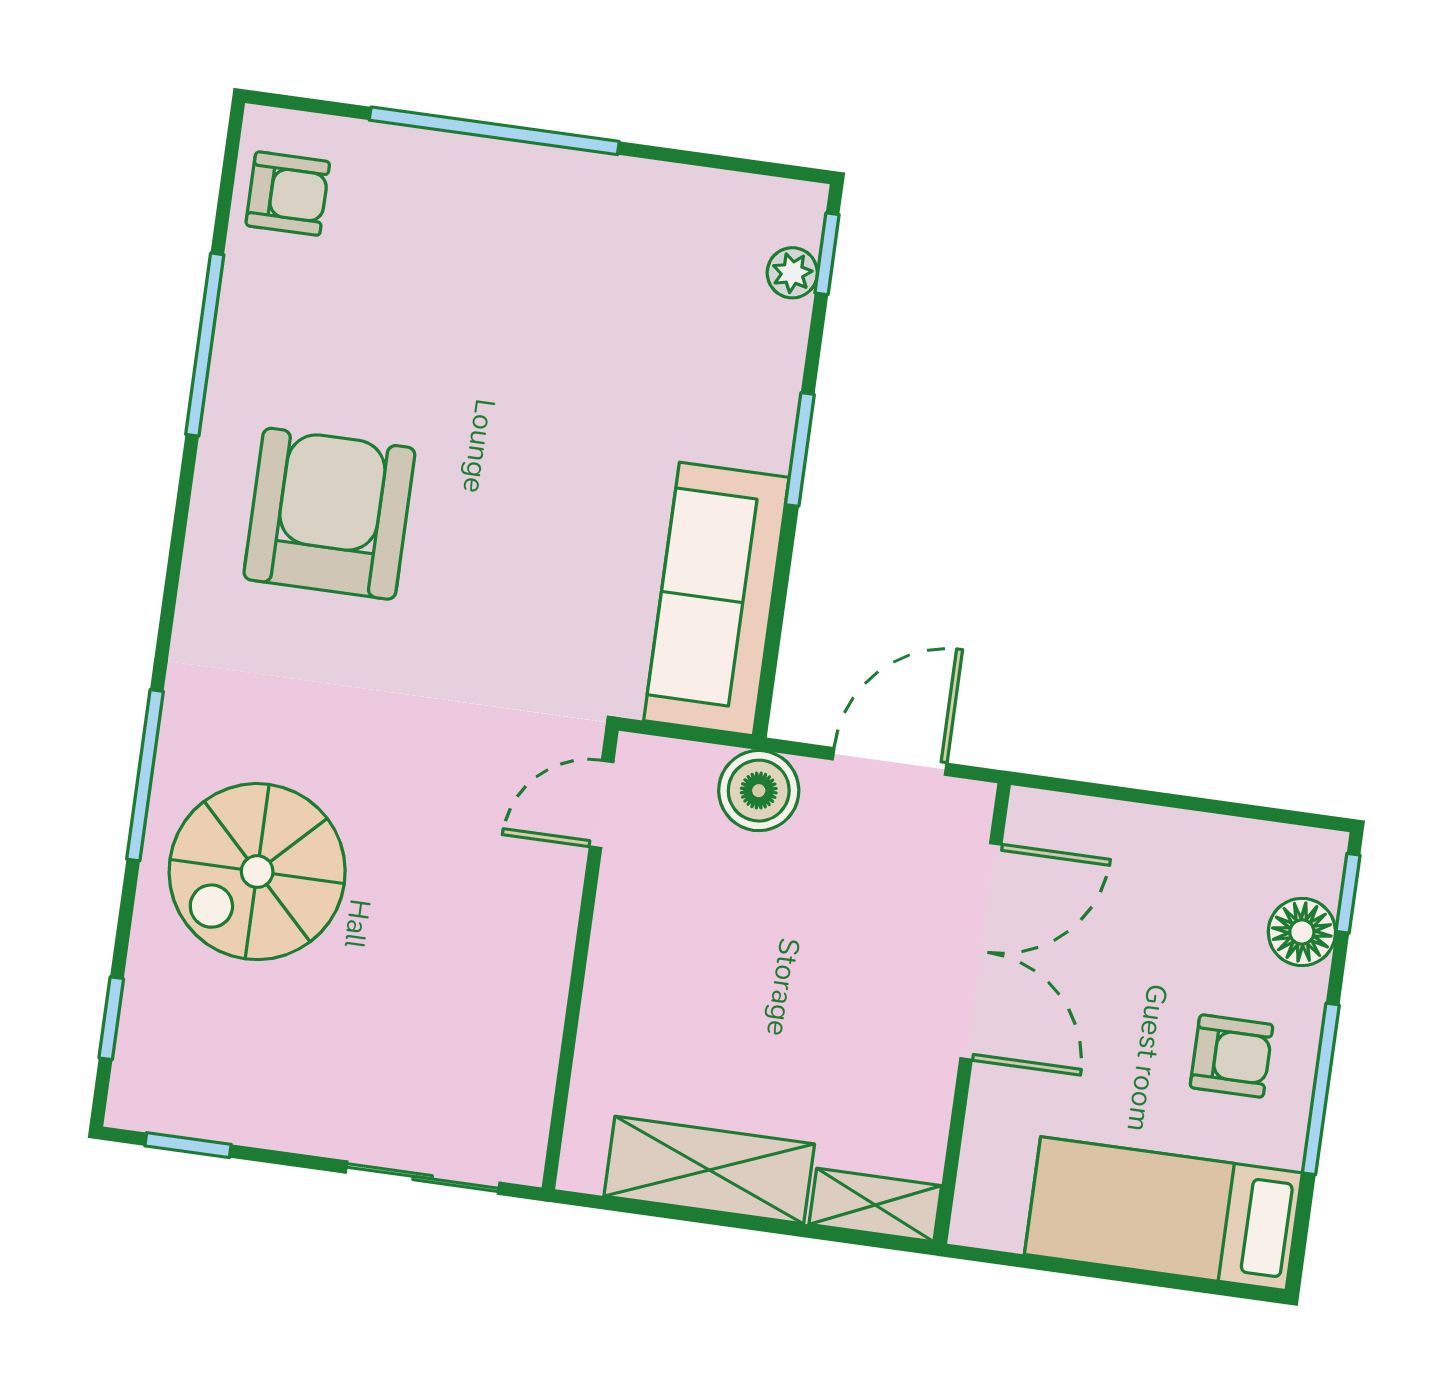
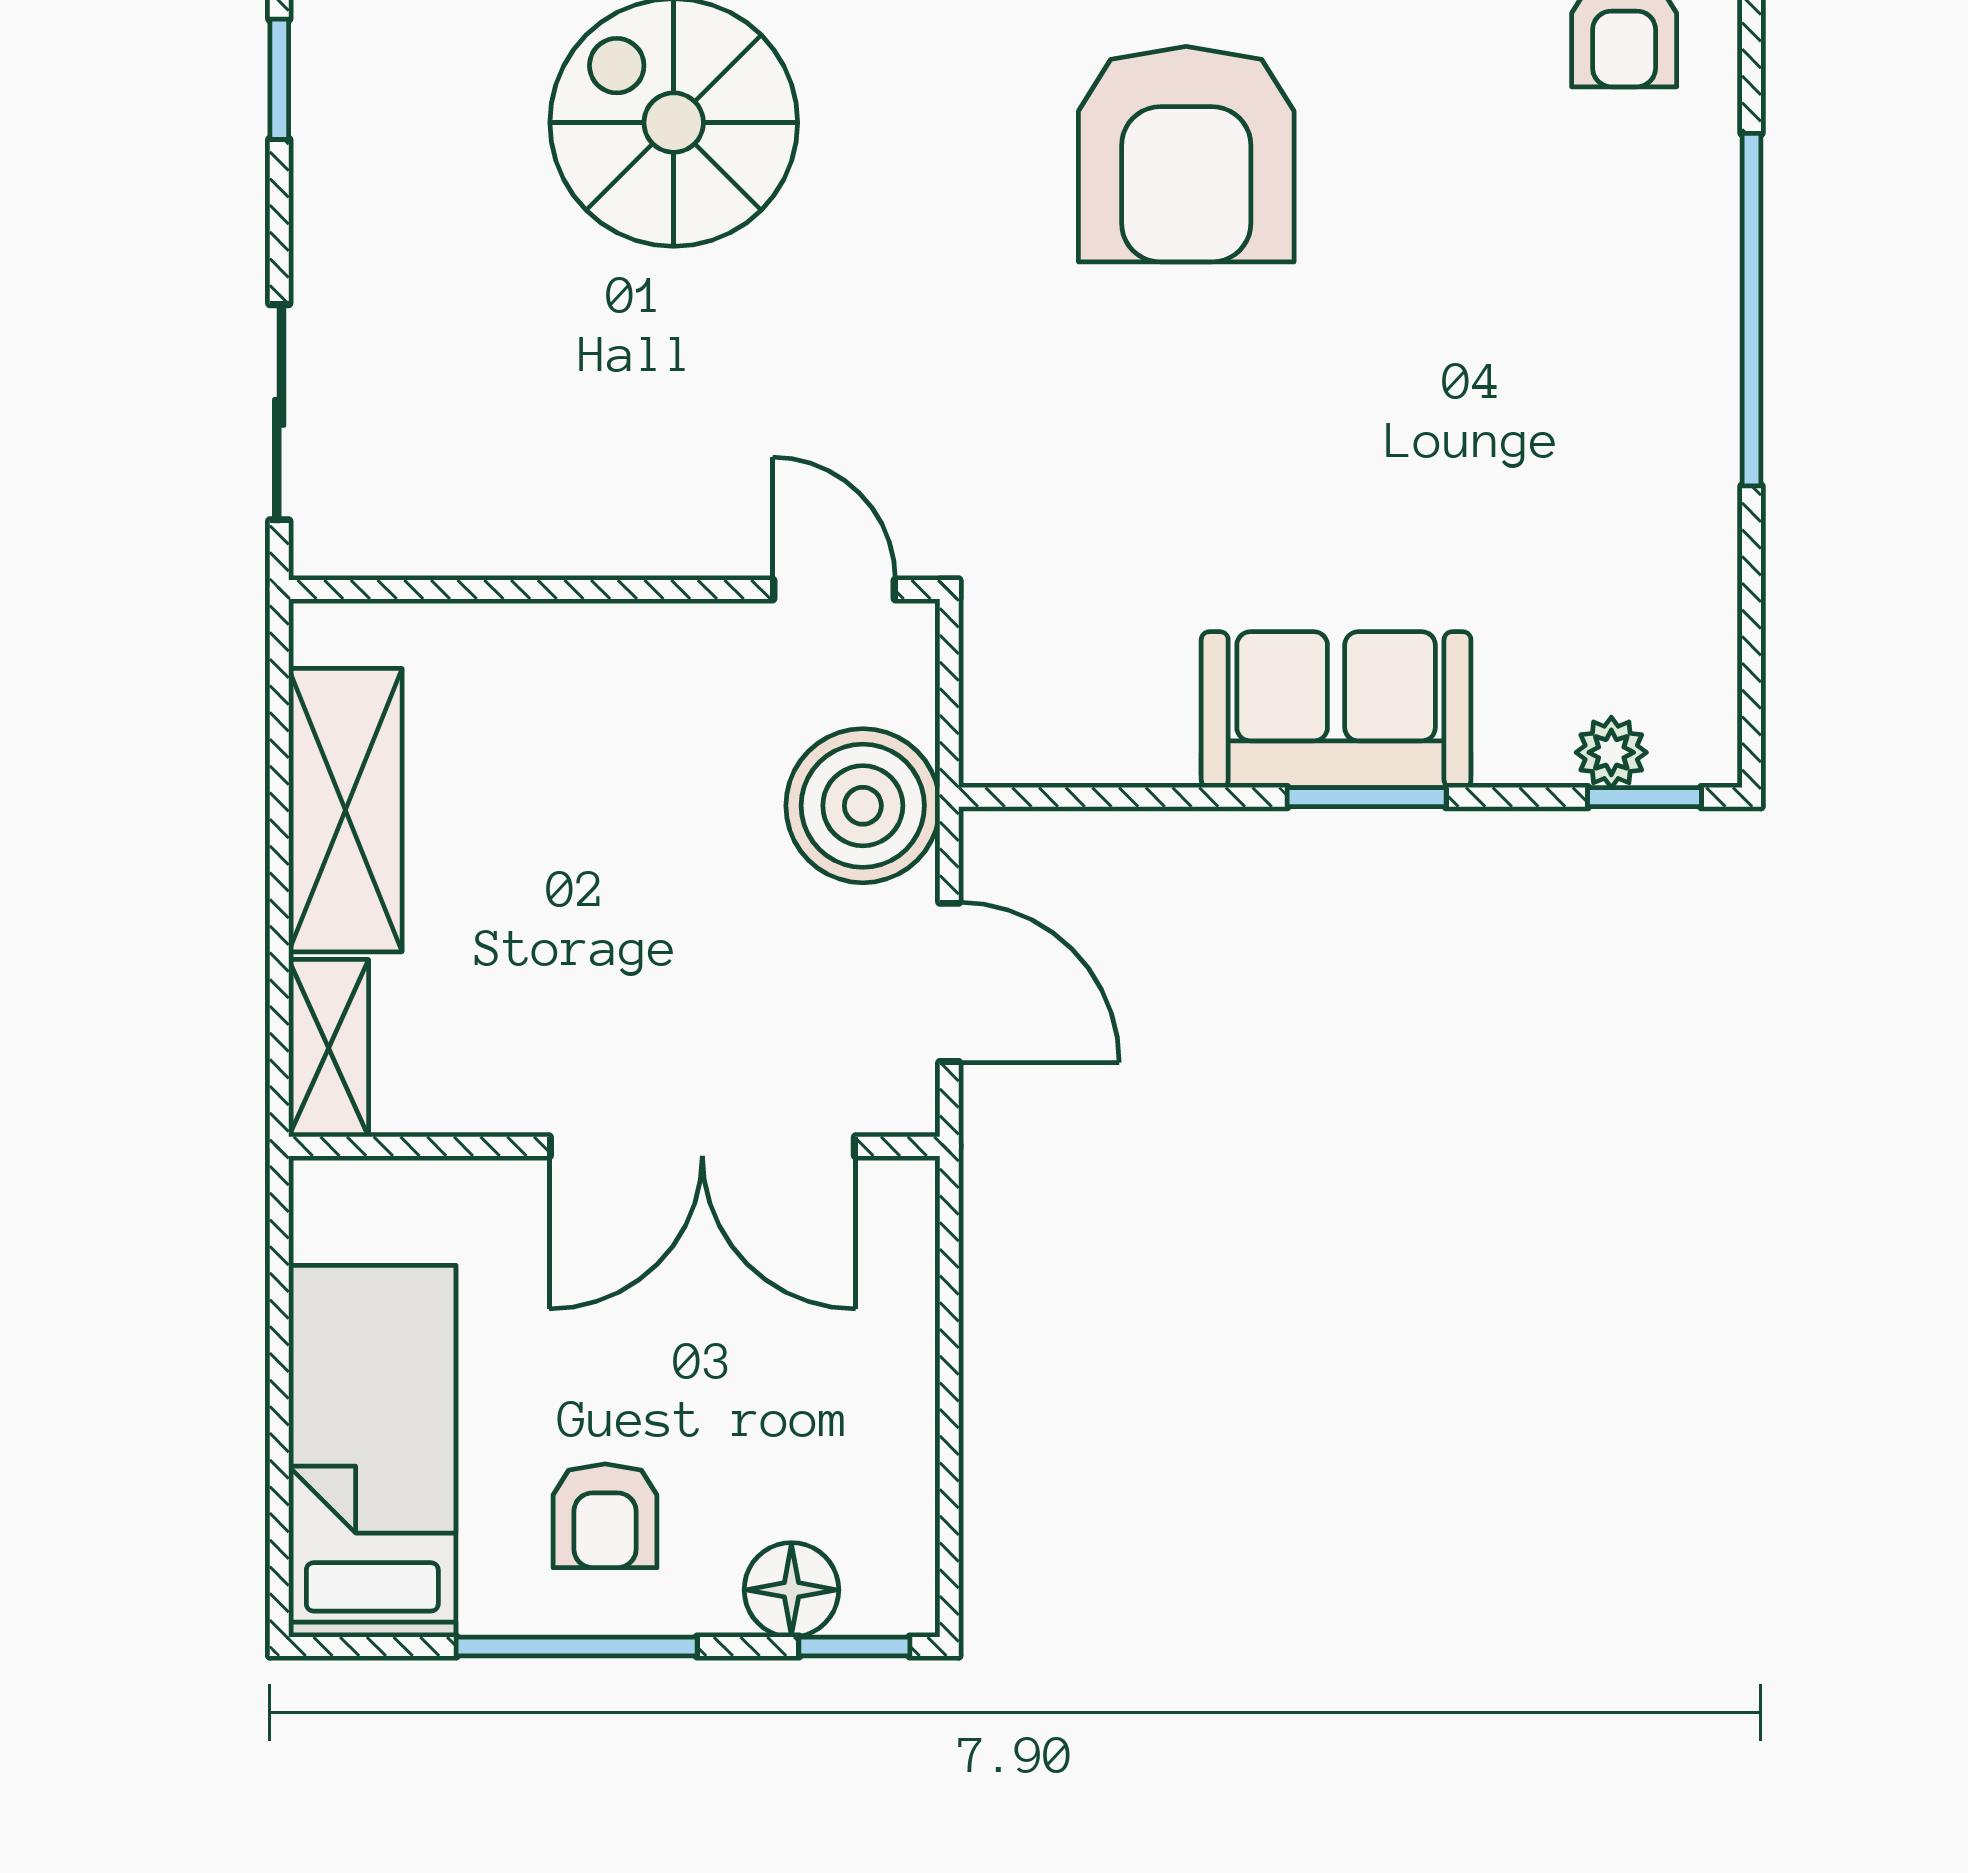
armchair: (329, 514) -> (1186, 154), turned 90
sofa: (716, 599) -> (1336, 710), moved, width x0.73
boiler: (759, 791) -> (863, 806), width x1.37, depth x1.37

